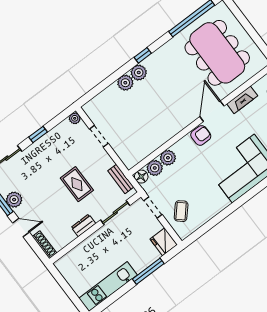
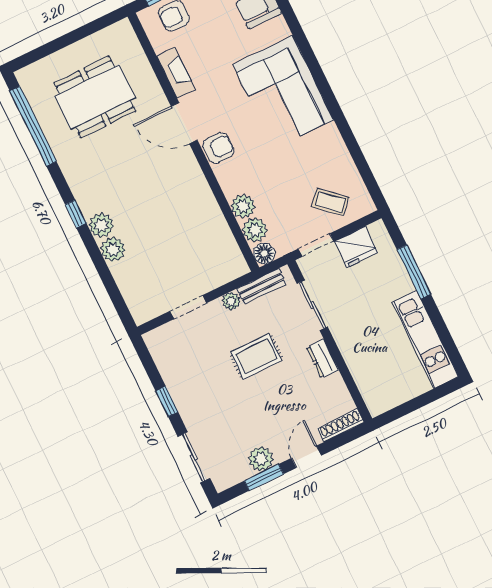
dining table: (217, 53) -> (95, 97), width x0.73, depth x0.80
plant: (75, 118) -> (231, 301), moved
armchair: (201, 135) -> (218, 148), turned 90
fridge: (164, 242) -> (356, 247), moved

